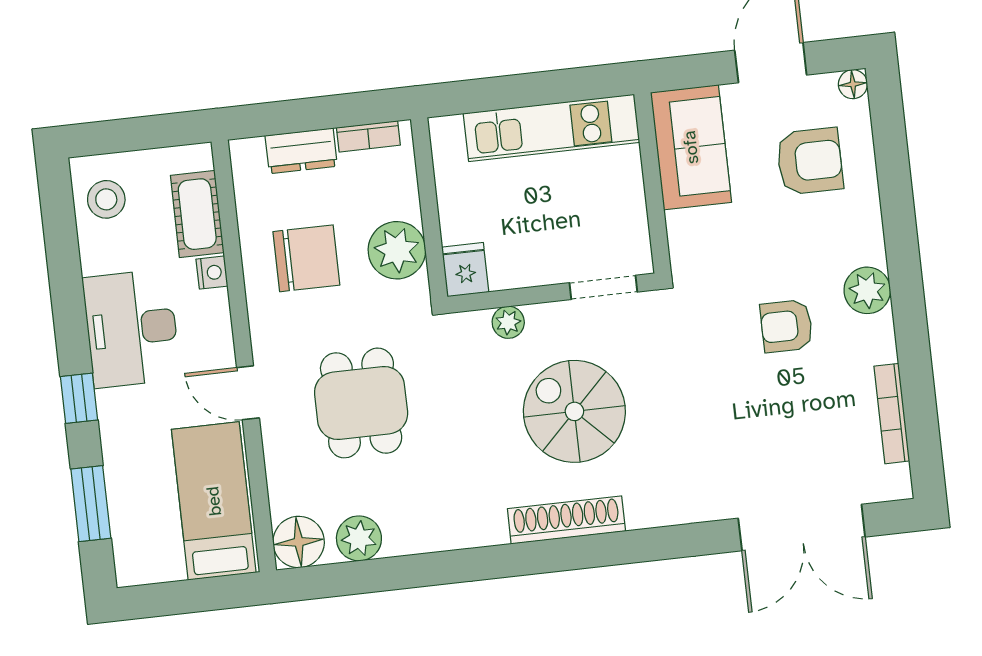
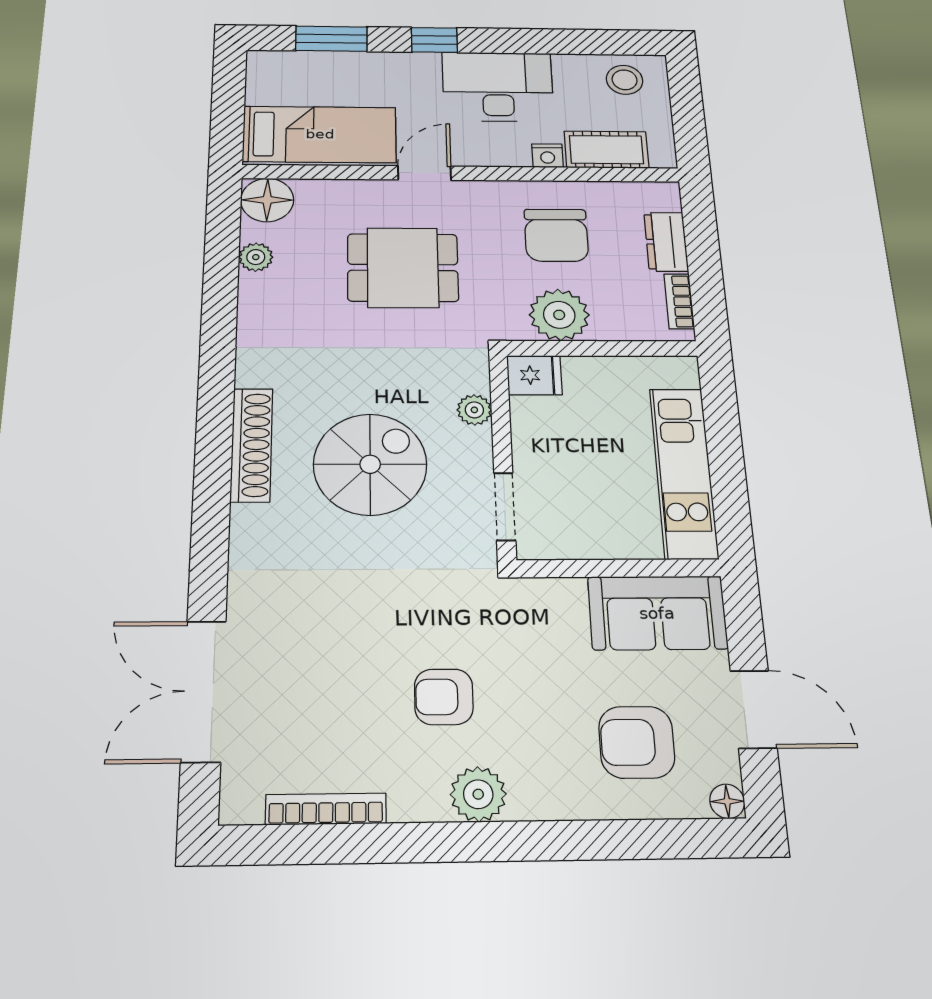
armchair: (810, 161) -> (637, 742), turned 90
armchair: (786, 326) -> (444, 697), turned -90
plant: (359, 538) -> (256, 257), width x0.73, depth x0.73

